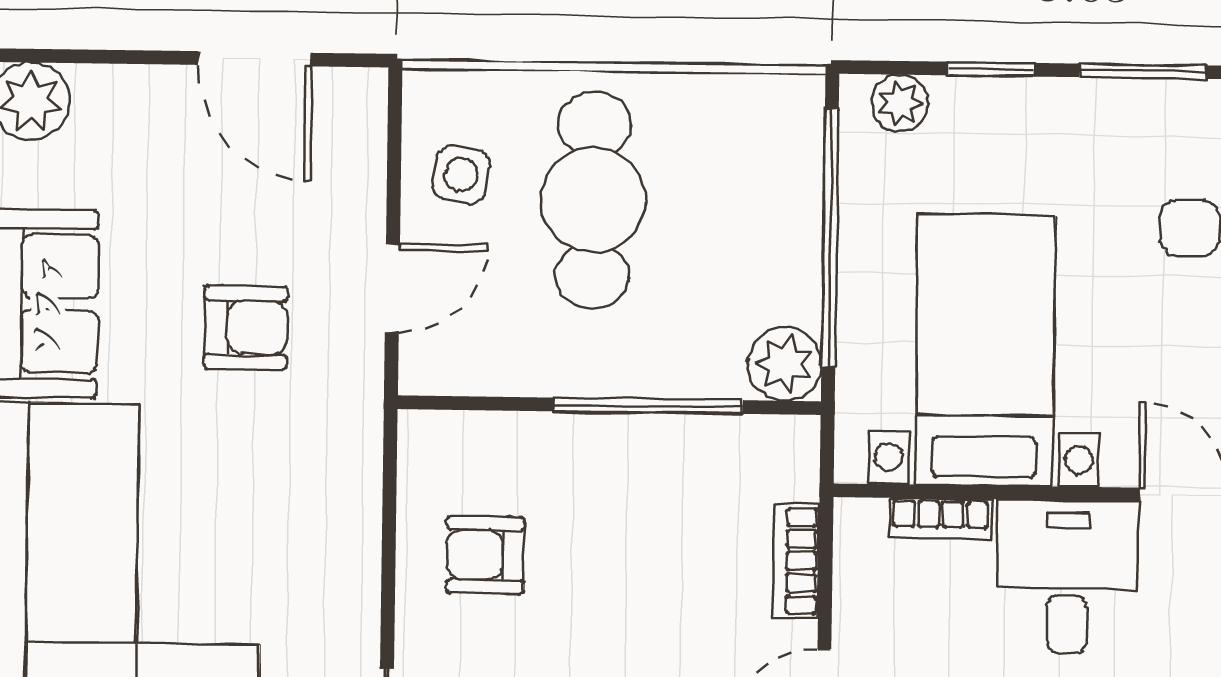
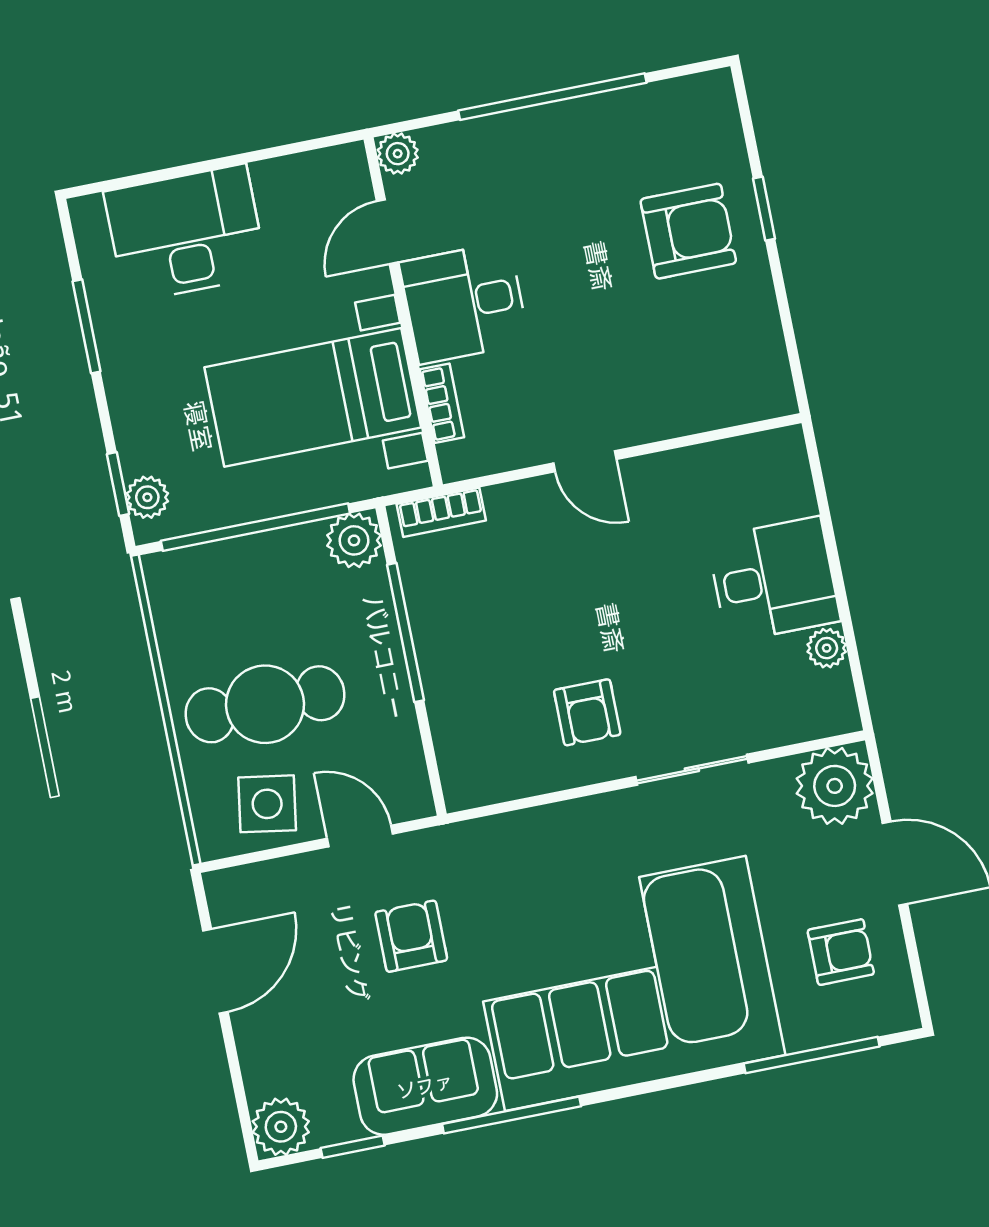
window: (991, 69) -> (118, 484), moved
side table: (461, 175) -> (267, 804), width x1.37, depth x1.37
armchair: (485, 555) -> (587, 712), moved
bookcase: (796, 561) -> (441, 512), moved

